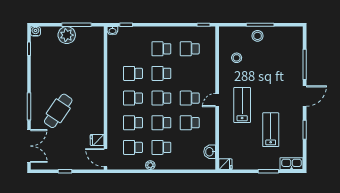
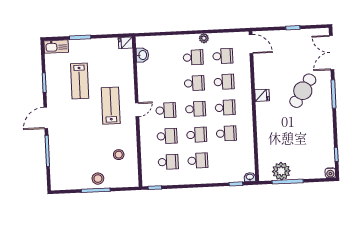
plant: (67, 35) -> (281, 171), moved
lab bench: (242, 105) -> (111, 106), turned 180
school desk: (190, 123) -> (167, 136), moved
fridge: (97, 140) -> (262, 95), moved

